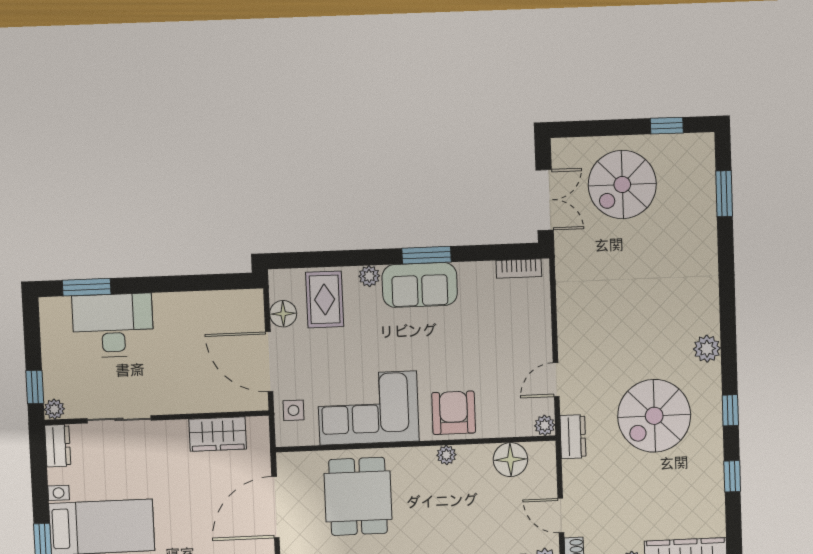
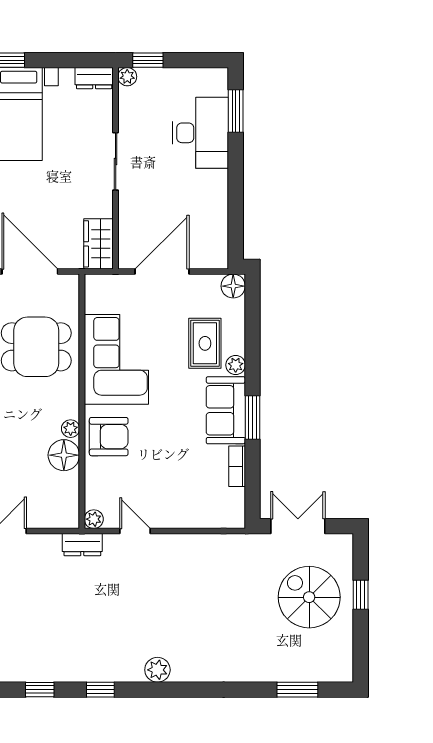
window: (667, 126) -> (361, 595), moved
double door: (545, 200) -> (298, 526), swing flipped
bookcase: (519, 268) -> (237, 466), moved
rug: (325, 299) -> (205, 343), moved, turned 90
floor lamp: (283, 314) -> (233, 286), moved
side table: (294, 410) -> (117, 292), removed
spiral stairs: (654, 416) -> (98, 620), removed
sliding door: (119, 419) -> (116, 161), moved
wardrobe: (218, 434) -> (98, 244), moved
floor lamp: (510, 460) -> (64, 455), moved

